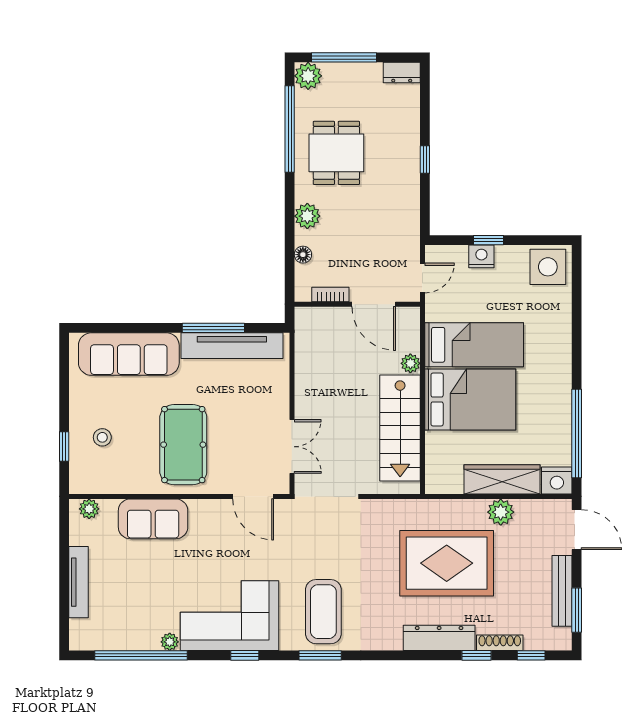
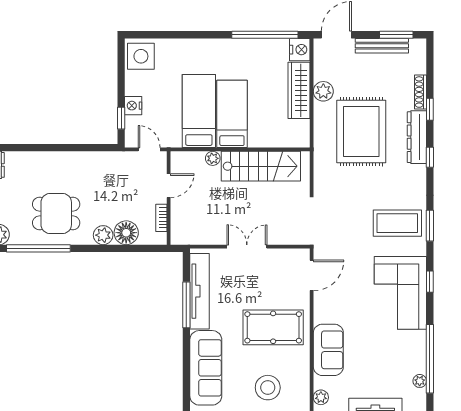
window: (425, 159) -> (61, 148), removed
window: (488, 240) -> (121, 118), moved
floor lamp: (303, 255) -> (126, 233), width x1.89, depth x1.89
door: (374, 304) -> (169, 186), width x0.73
bed: (470, 399) -> (232, 114), width x0.67
stool: (102, 437) -> (268, 388), width x1.89, depth x1.89
double door: (292, 447) -> (247, 247), moved
plant: (170, 642) -> (420, 381), moved
window: (531, 655) -> (430, 157), moved

